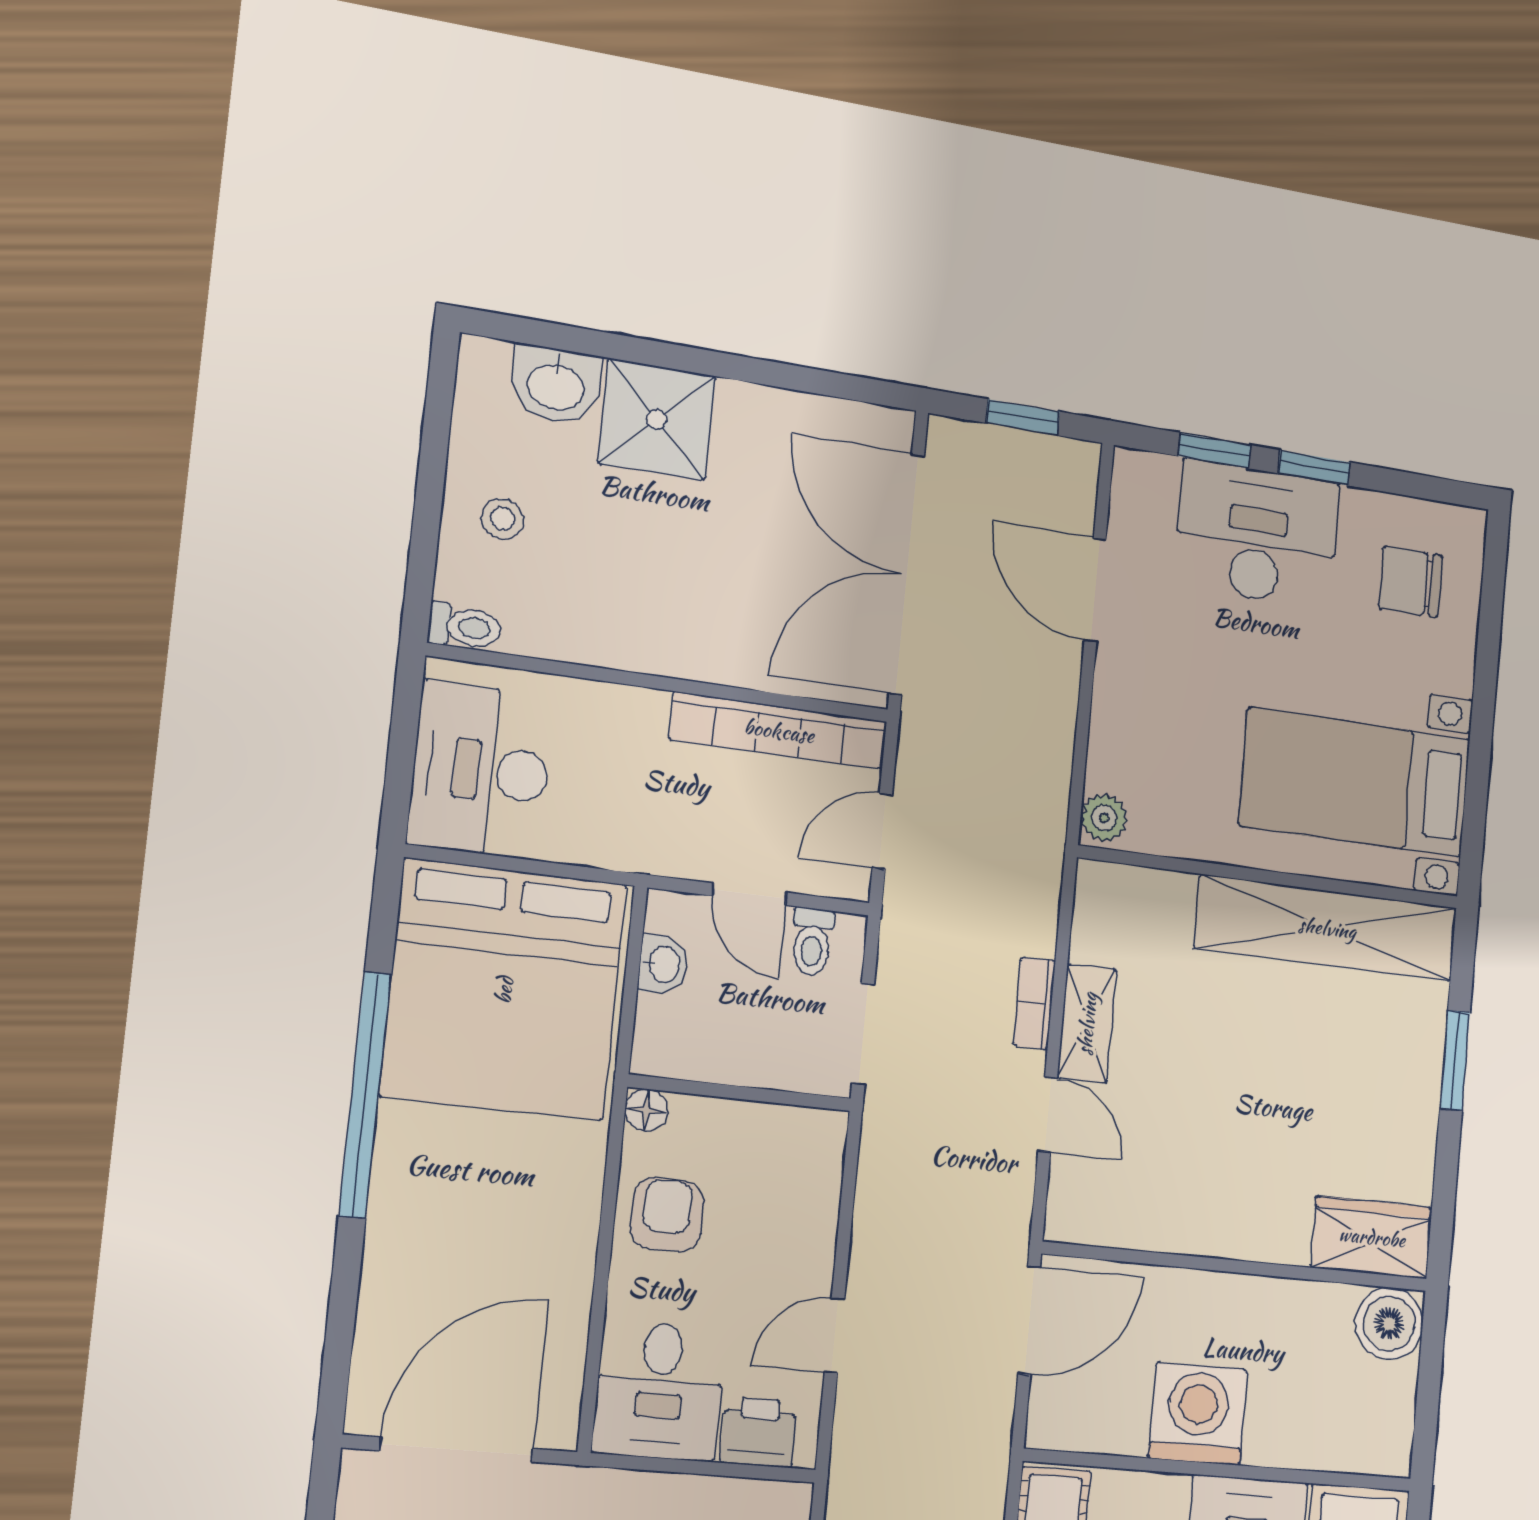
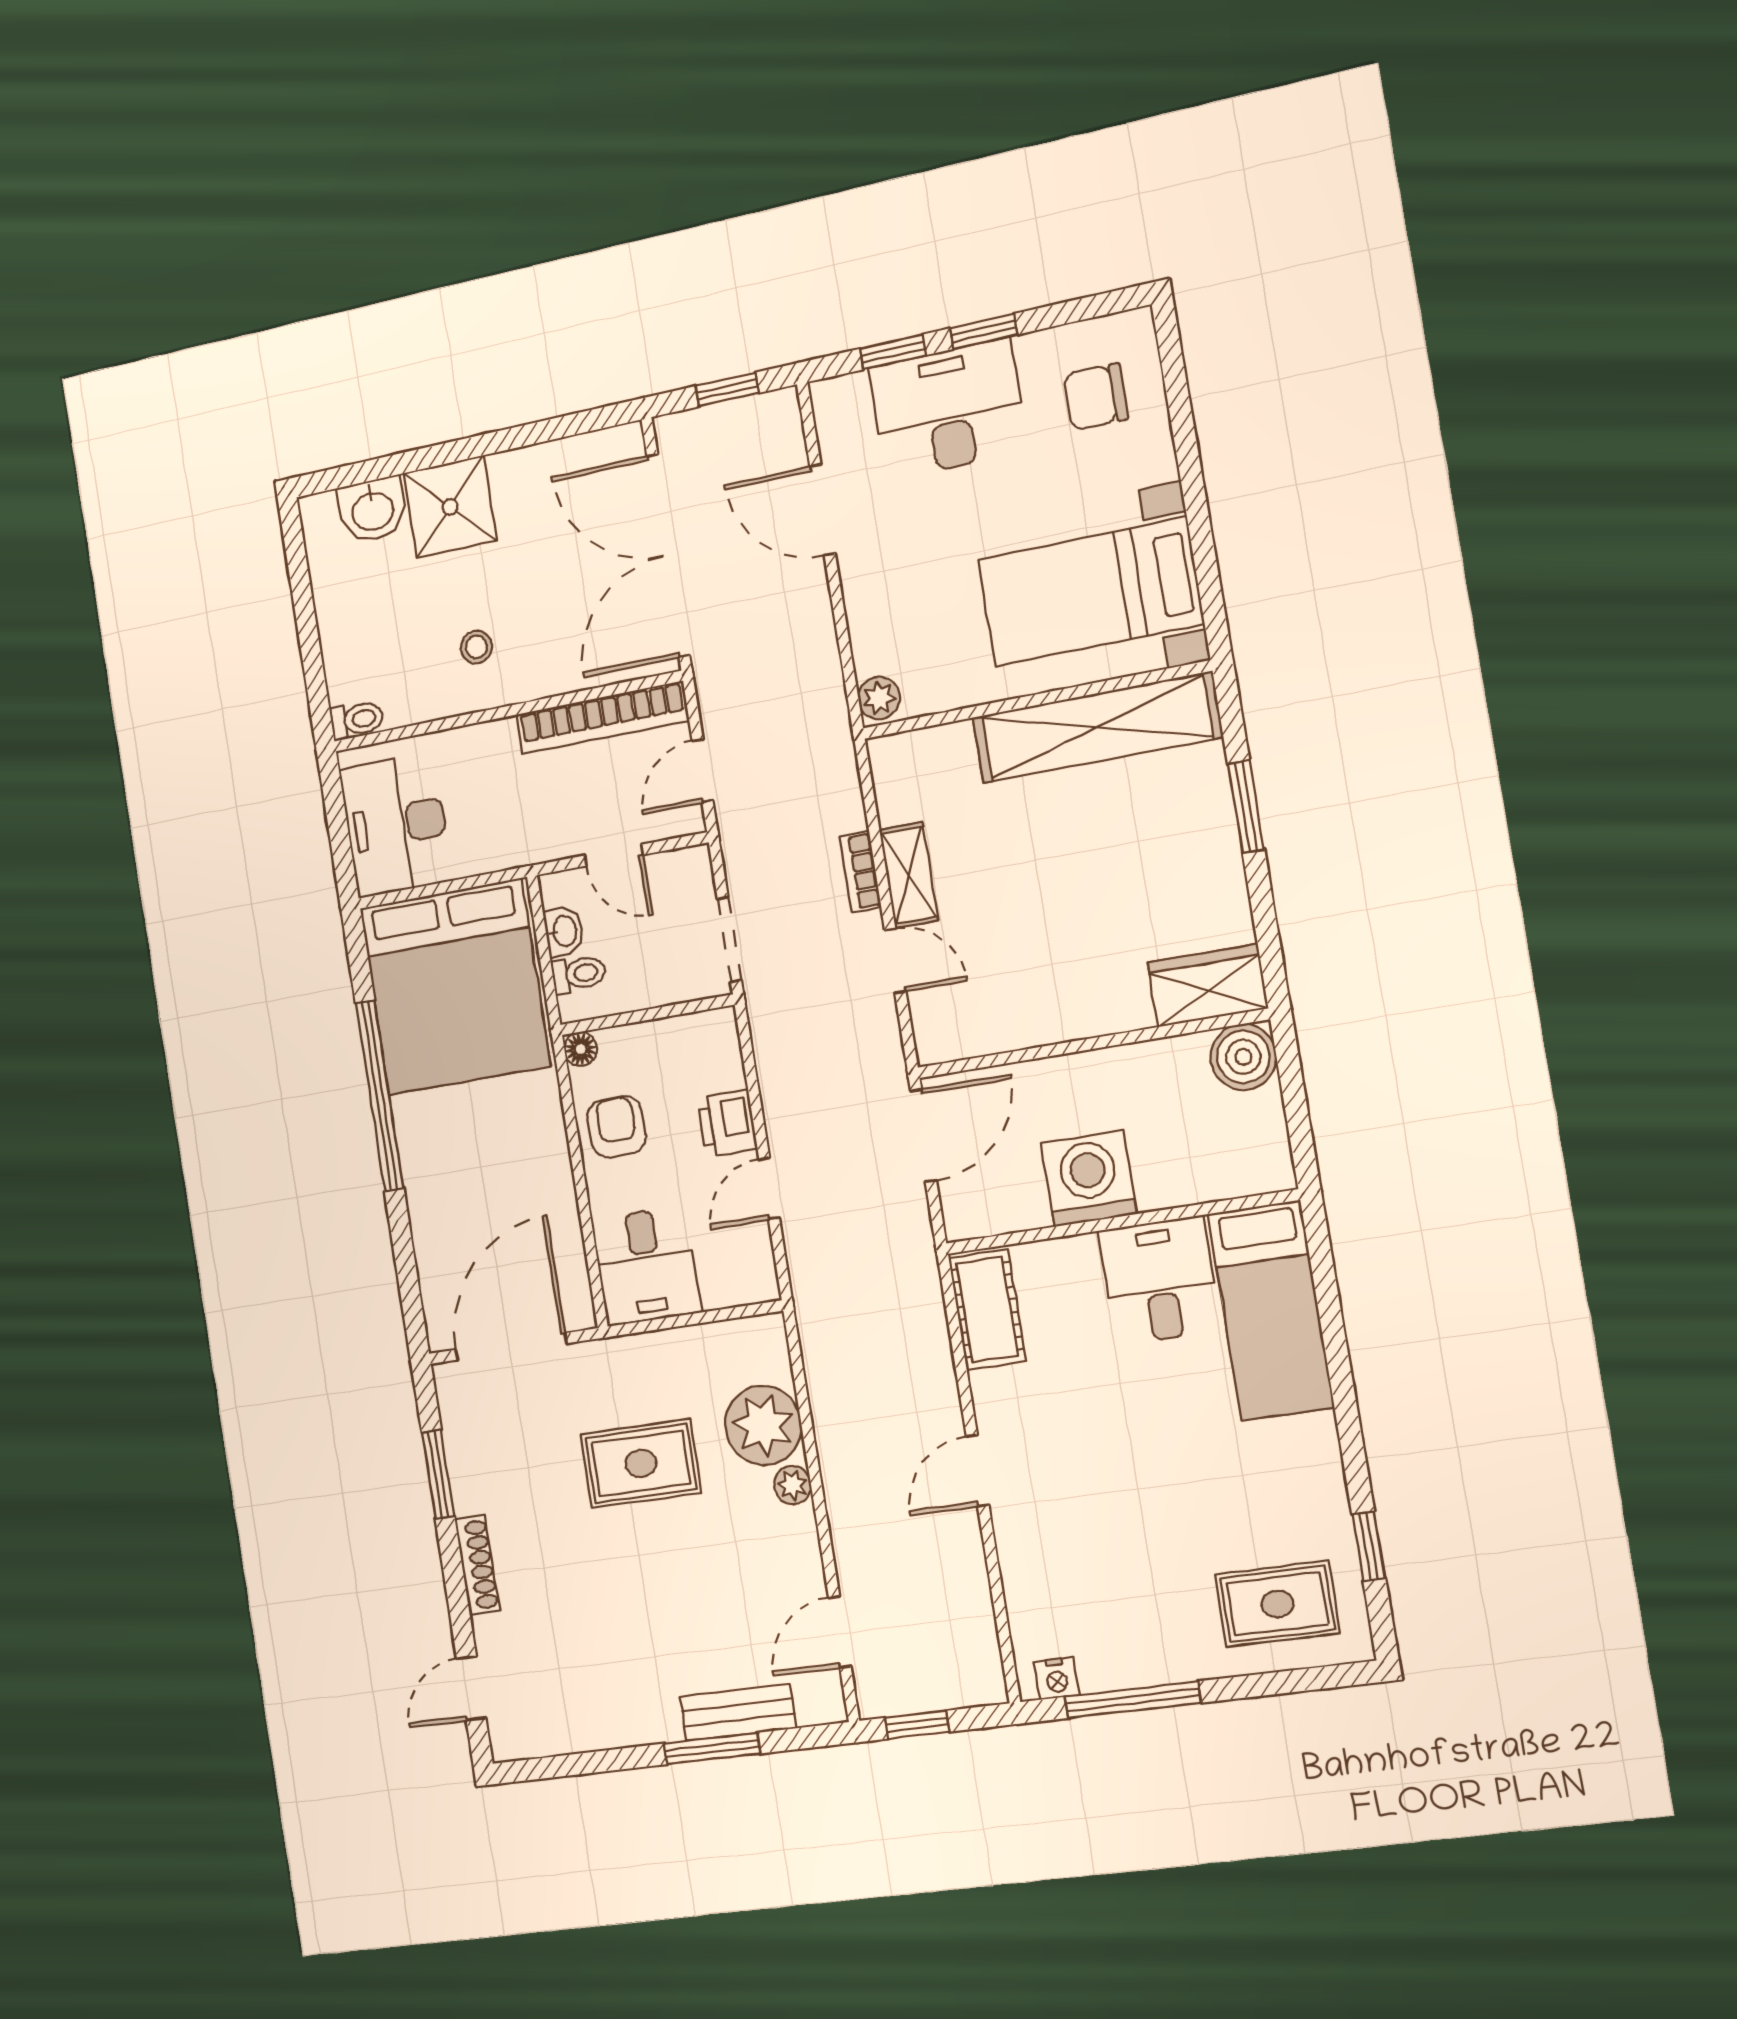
stool: (502, 519) -> (476, 647), moved
toilet: (812, 942) -> (579, 974), moved, turned -90
printer: (759, 1432) -> (727, 1123), moved, turned -90

